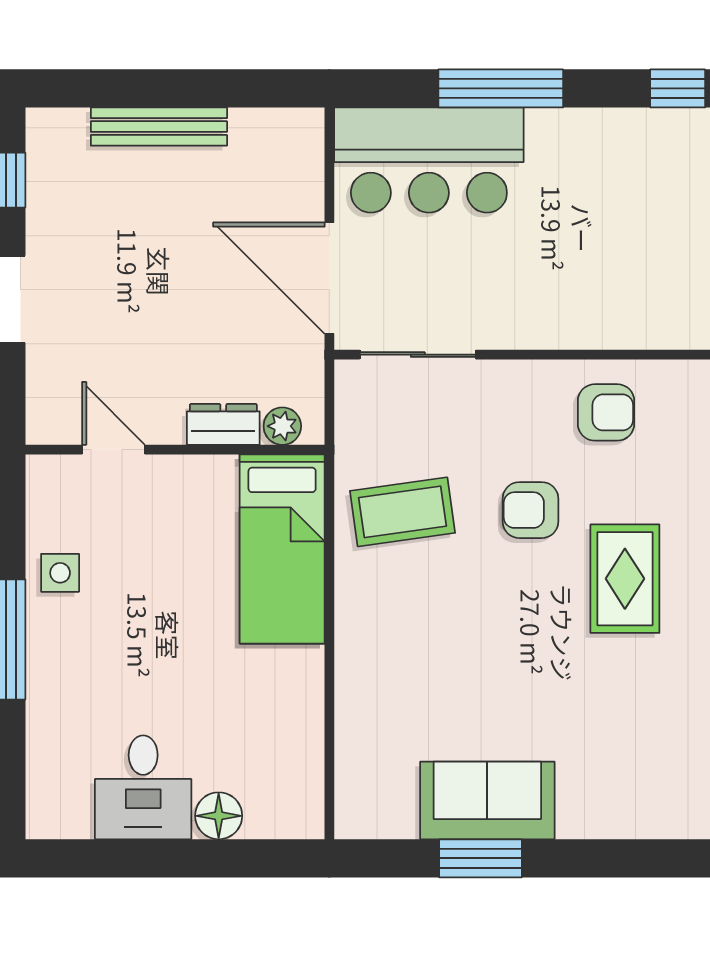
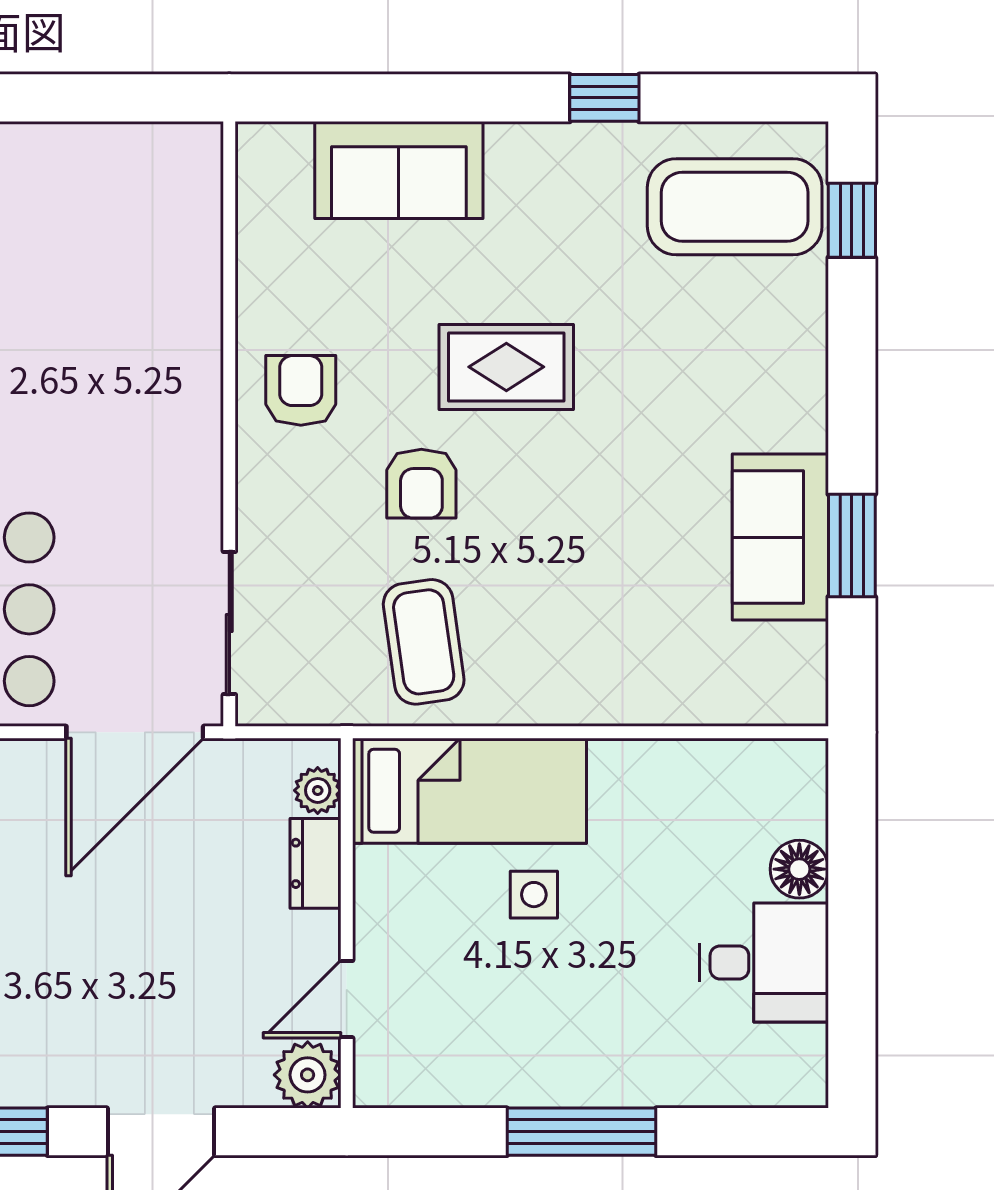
plant: (52, 418) -> (308, 1075), added
side table: (60, 573) -> (534, 895), moved

